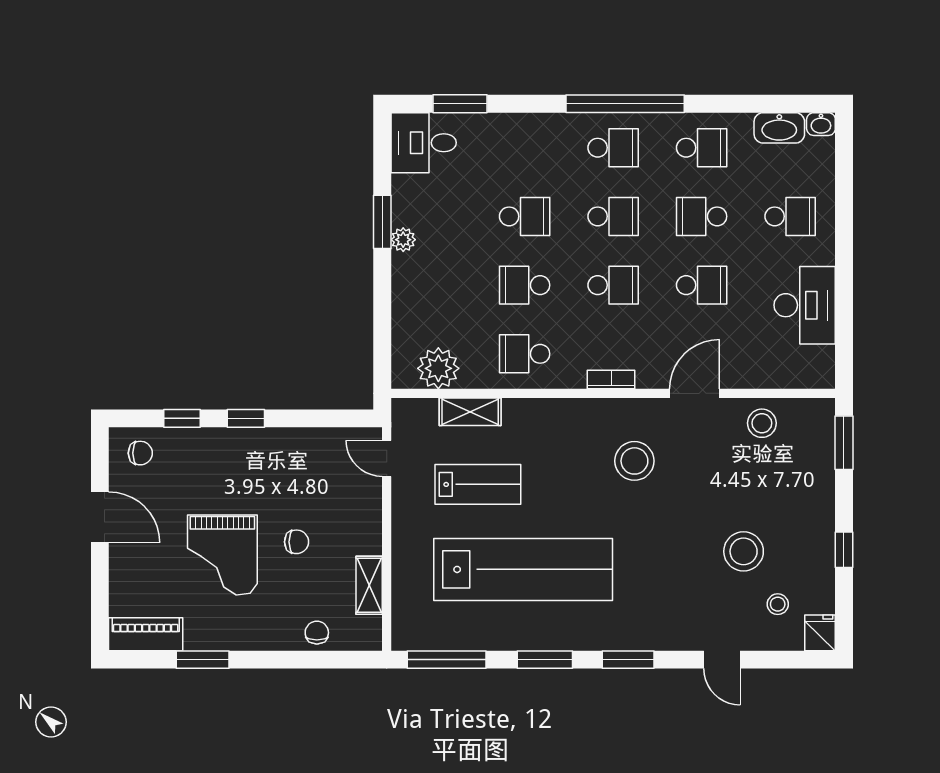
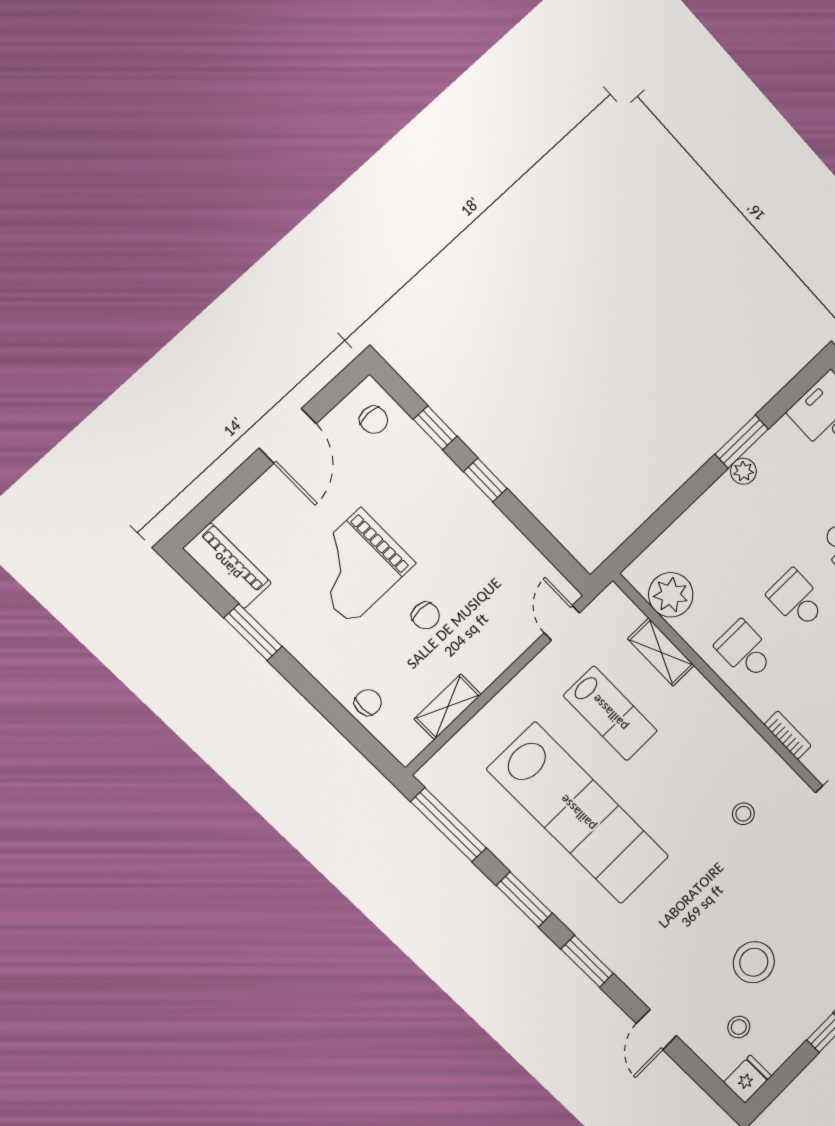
stool: (634, 461) -> (743, 814), width x0.53, depth x0.53

